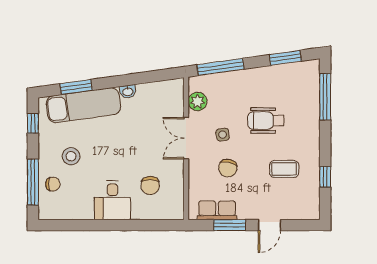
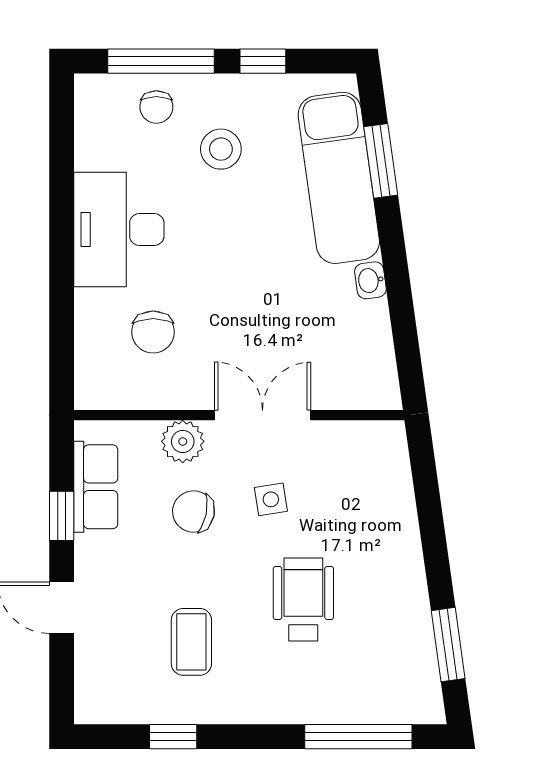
window: (220, 67) -> (427, 495), removed
plant: (198, 101) -> (183, 441), moved
window: (33, 123) -> (263, 61), moved
chair: (150, 186) -> (153, 332), turned -90
desk: (113, 200) -> (119, 229), width x1.37
window: (230, 225) -> (62, 516), width x0.67

